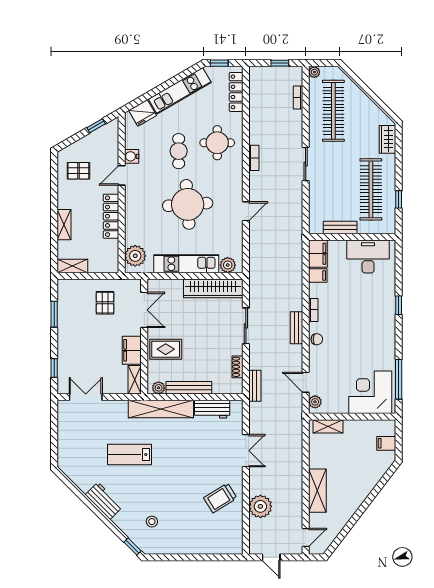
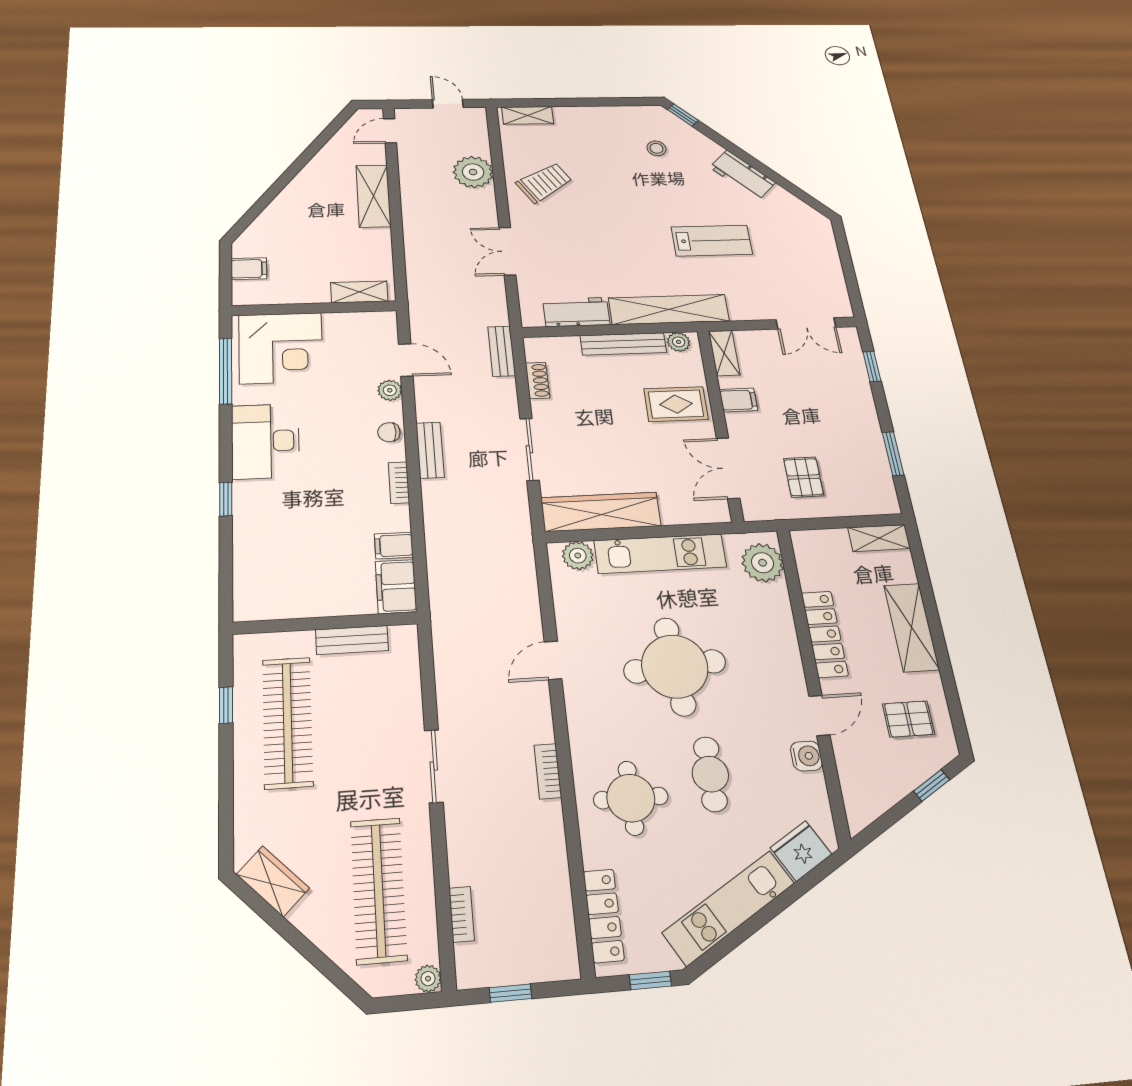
window: (96, 126) -> (932, 785), moved
wardrobe: (387, 139) -> (273, 881), moved, turned -45
shelving: (64, 225) -> (911, 627), width x1.50, depth x1.33
desk: (368, 257) -> (265, 441), moved, turned 90
filing cabinet: (132, 350) -> (738, 400), width x0.50
plant: (315, 402) -> (390, 390), moved
shelving: (225, 548) -> (528, 115), added

